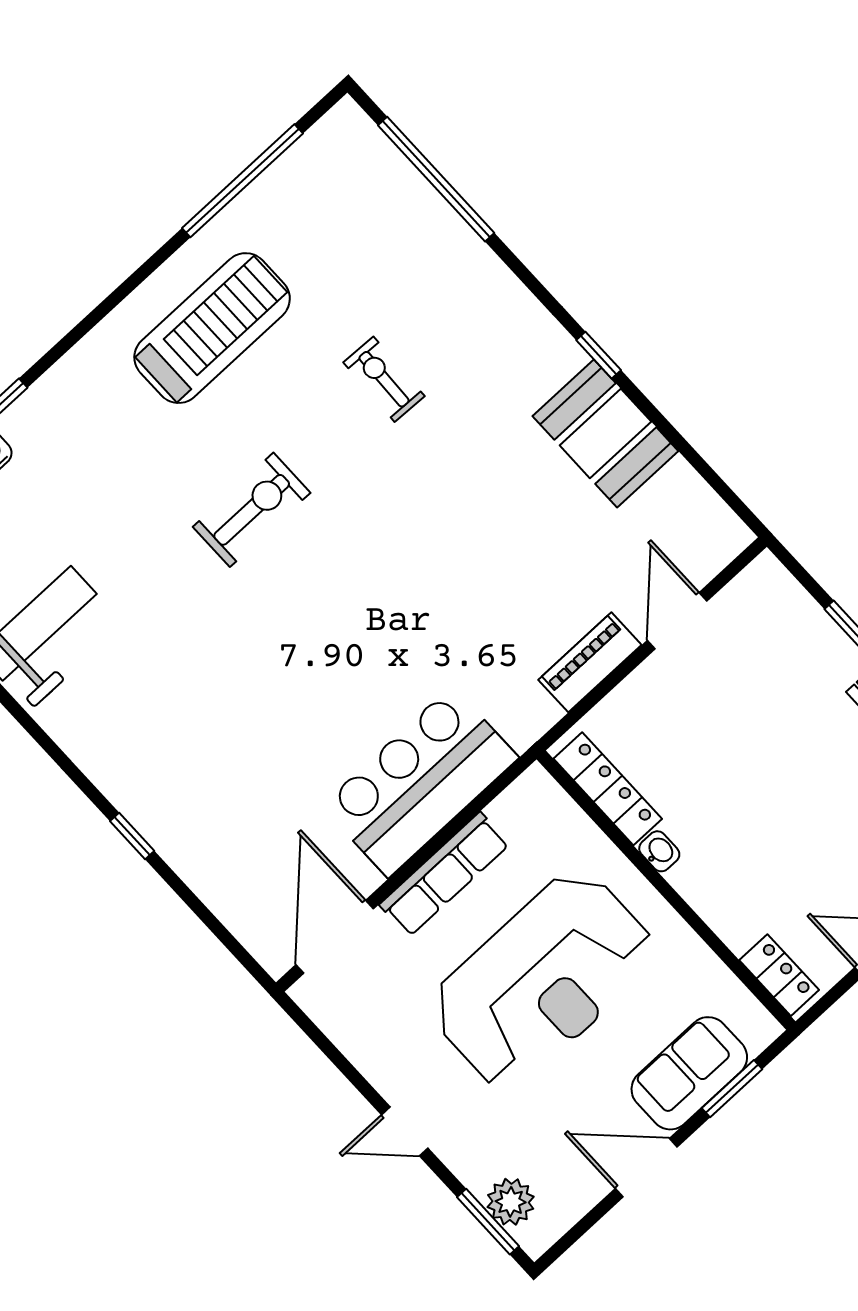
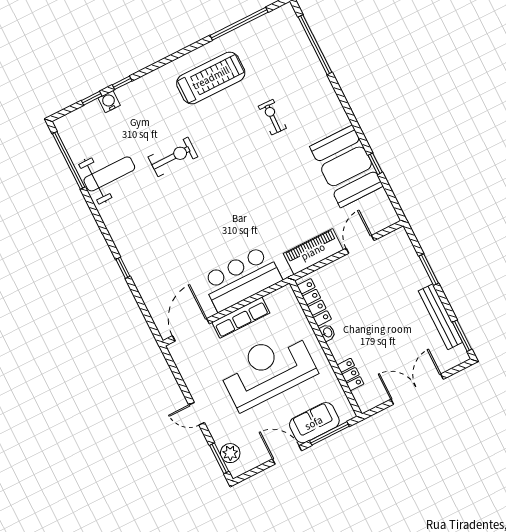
window: (599, 355) -> (375, 164), moved
booth: (605, 434) -> (346, 166), width x1.36, depth x1.42
exercise bike: (252, 510) -> (173, 157), moved
piano: (590, 662) -> (313, 252), width x1.37, depth x1.33
locker: (779, 975) -> (350, 374), moved
reception desk: (543, 980) -> (267, 370), turned 180
window: (732, 1089) -> (329, 433), width x1.44

